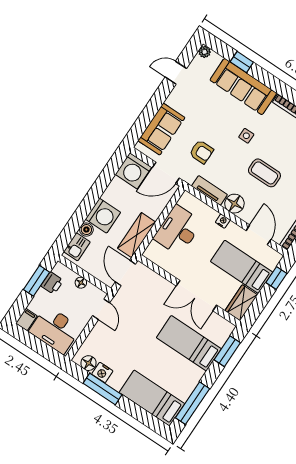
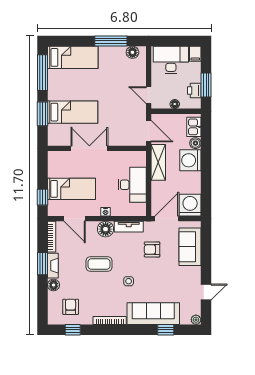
wardrobe: (241, 303) -> (55, 164), removed
window: (227, 351) -> (42, 114), moved
nightstand: (102, 372) -> (119, 52), removed

